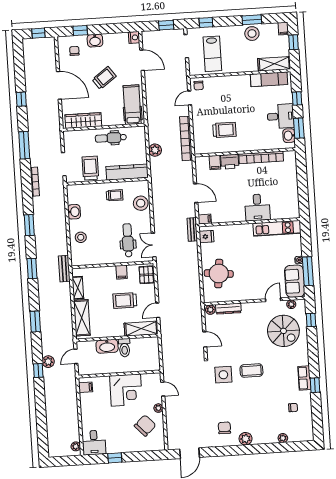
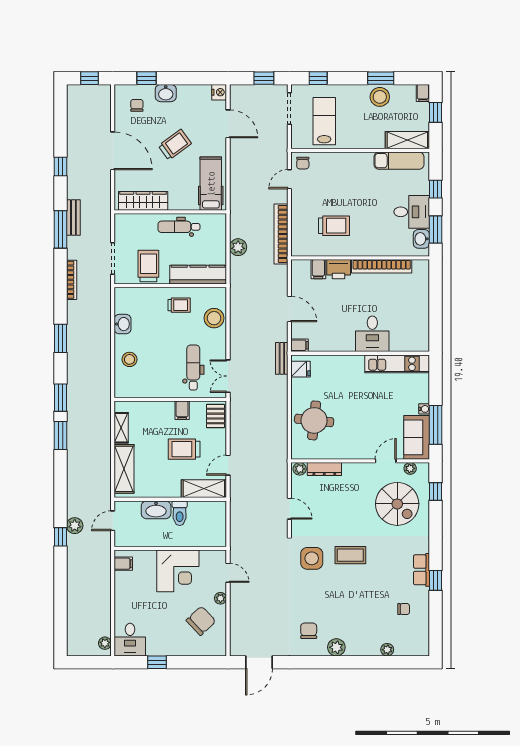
lab bench: (212, 54) -> (324, 121), turned 180
bench: (64, 269) -> (73, 217), moved
window: (35, 321) -> (60, 436), moved

